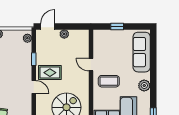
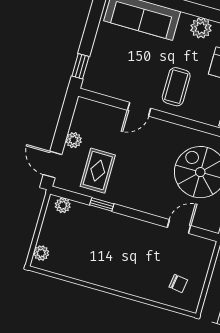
window: (117, 26) -> (80, 66), moved
rug: (50, 73) -> (98, 171), moved
door: (34, 87) -> (179, 226), moved

